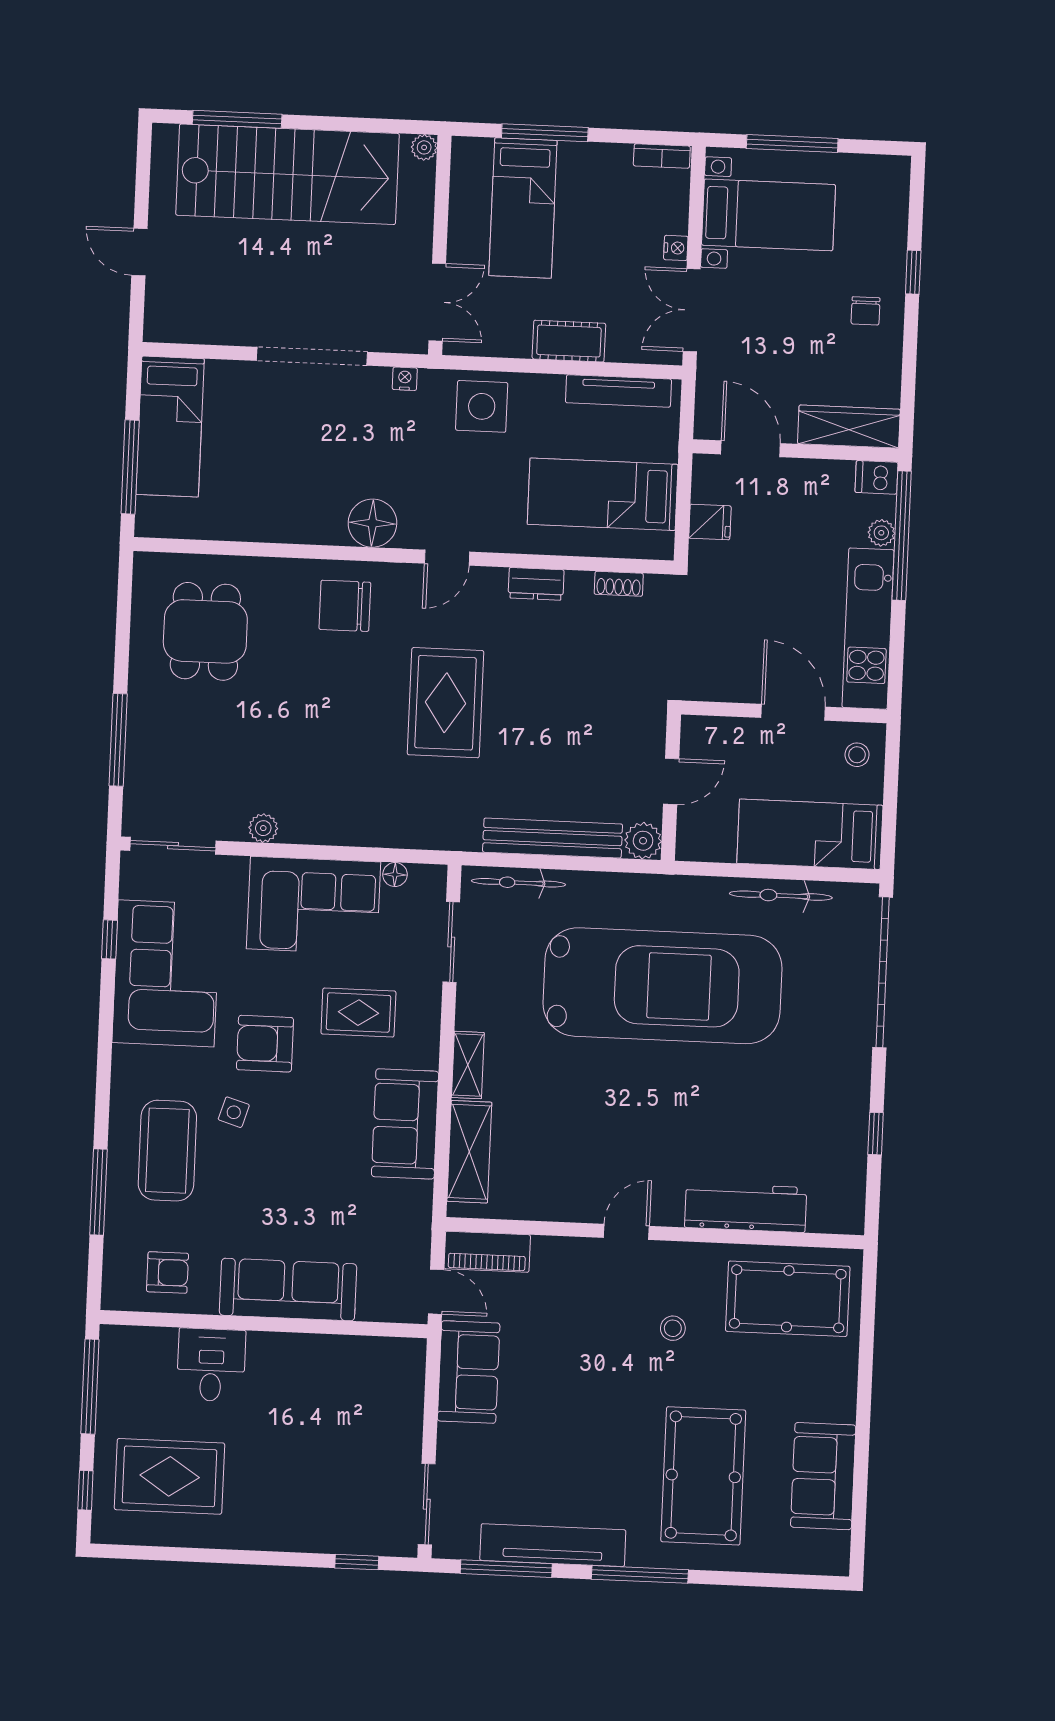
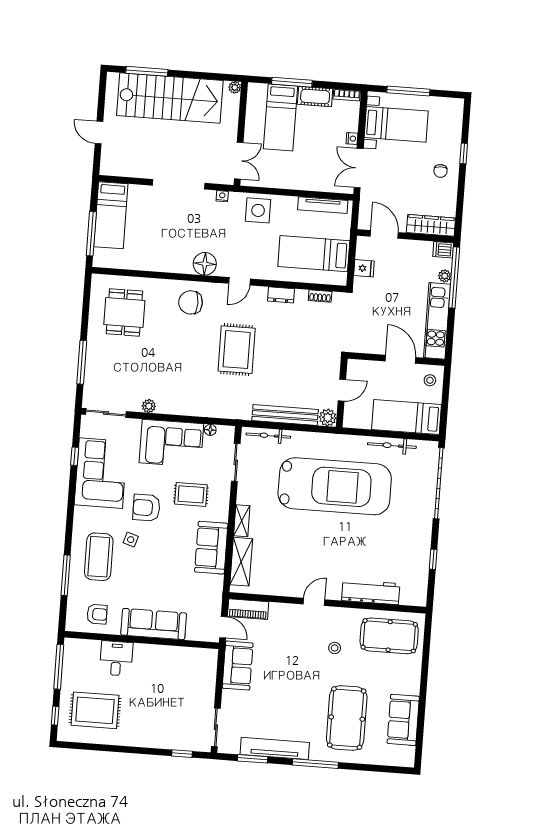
cot: (569, 341) -> (315, 97), moved
window: (506, 1569) -> (252, 759), width x0.69

